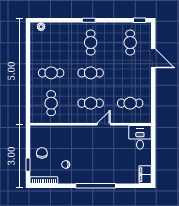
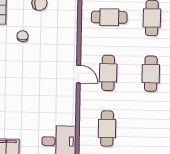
door: (104, 124) -> (78, 74), moved

